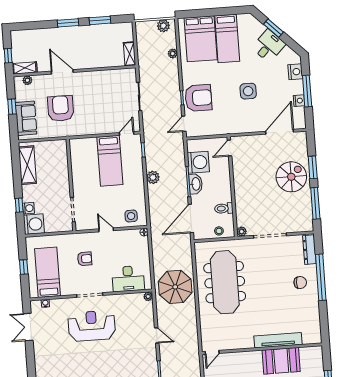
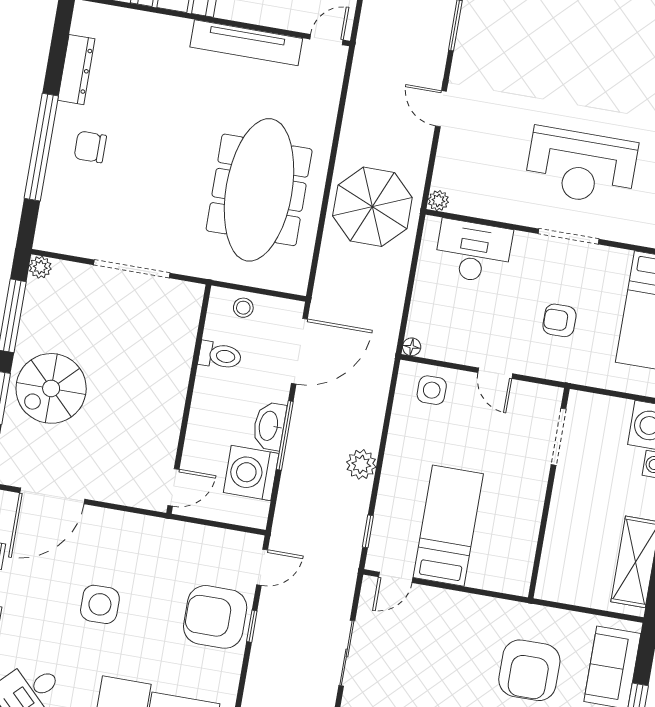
plant: (242, 232) -> (40, 267), moved
dresser: (309, 250) -> (76, 70), moved
tv unit: (278, 340) -> (246, 43), moved

